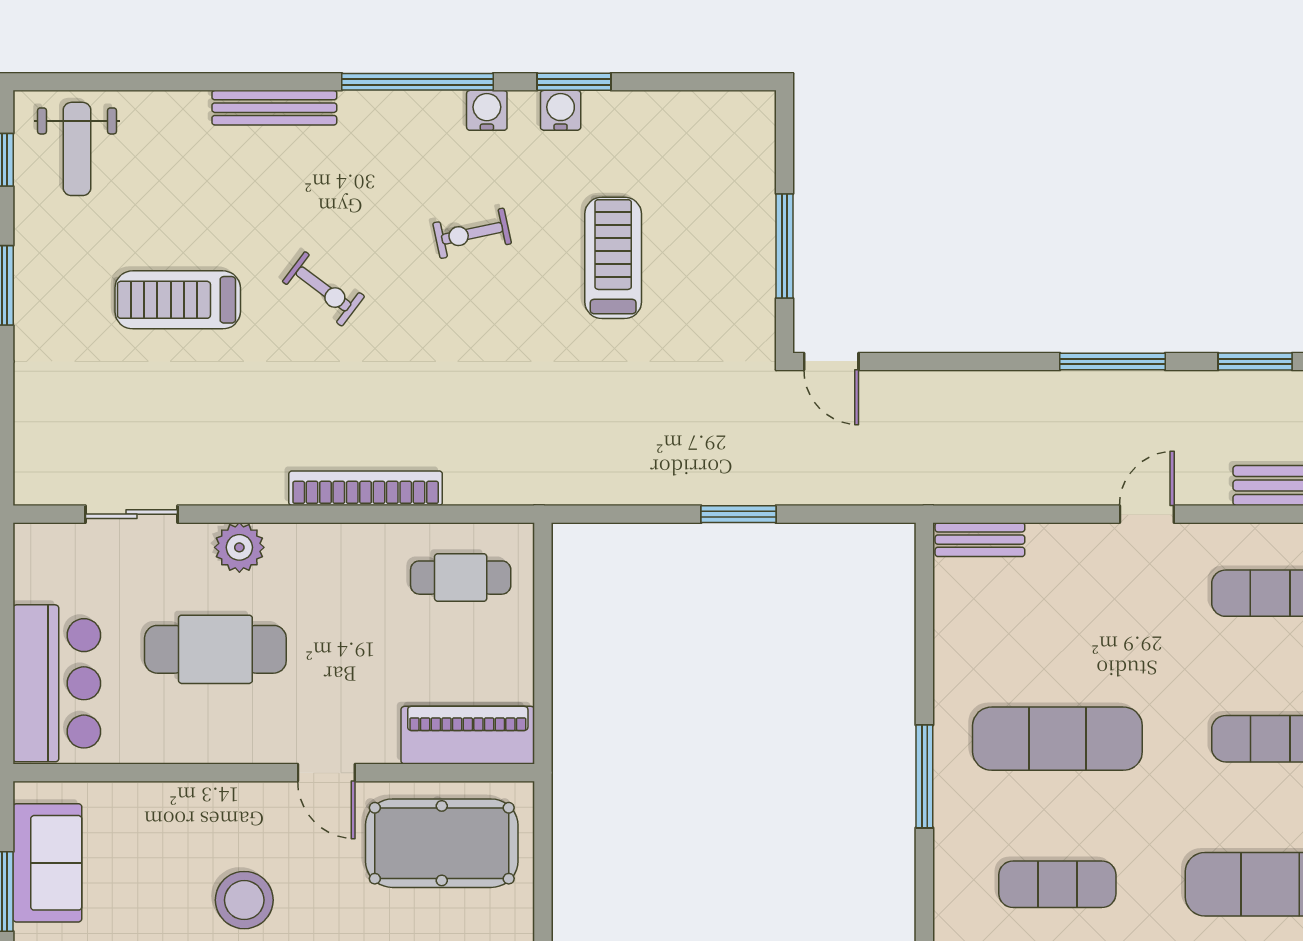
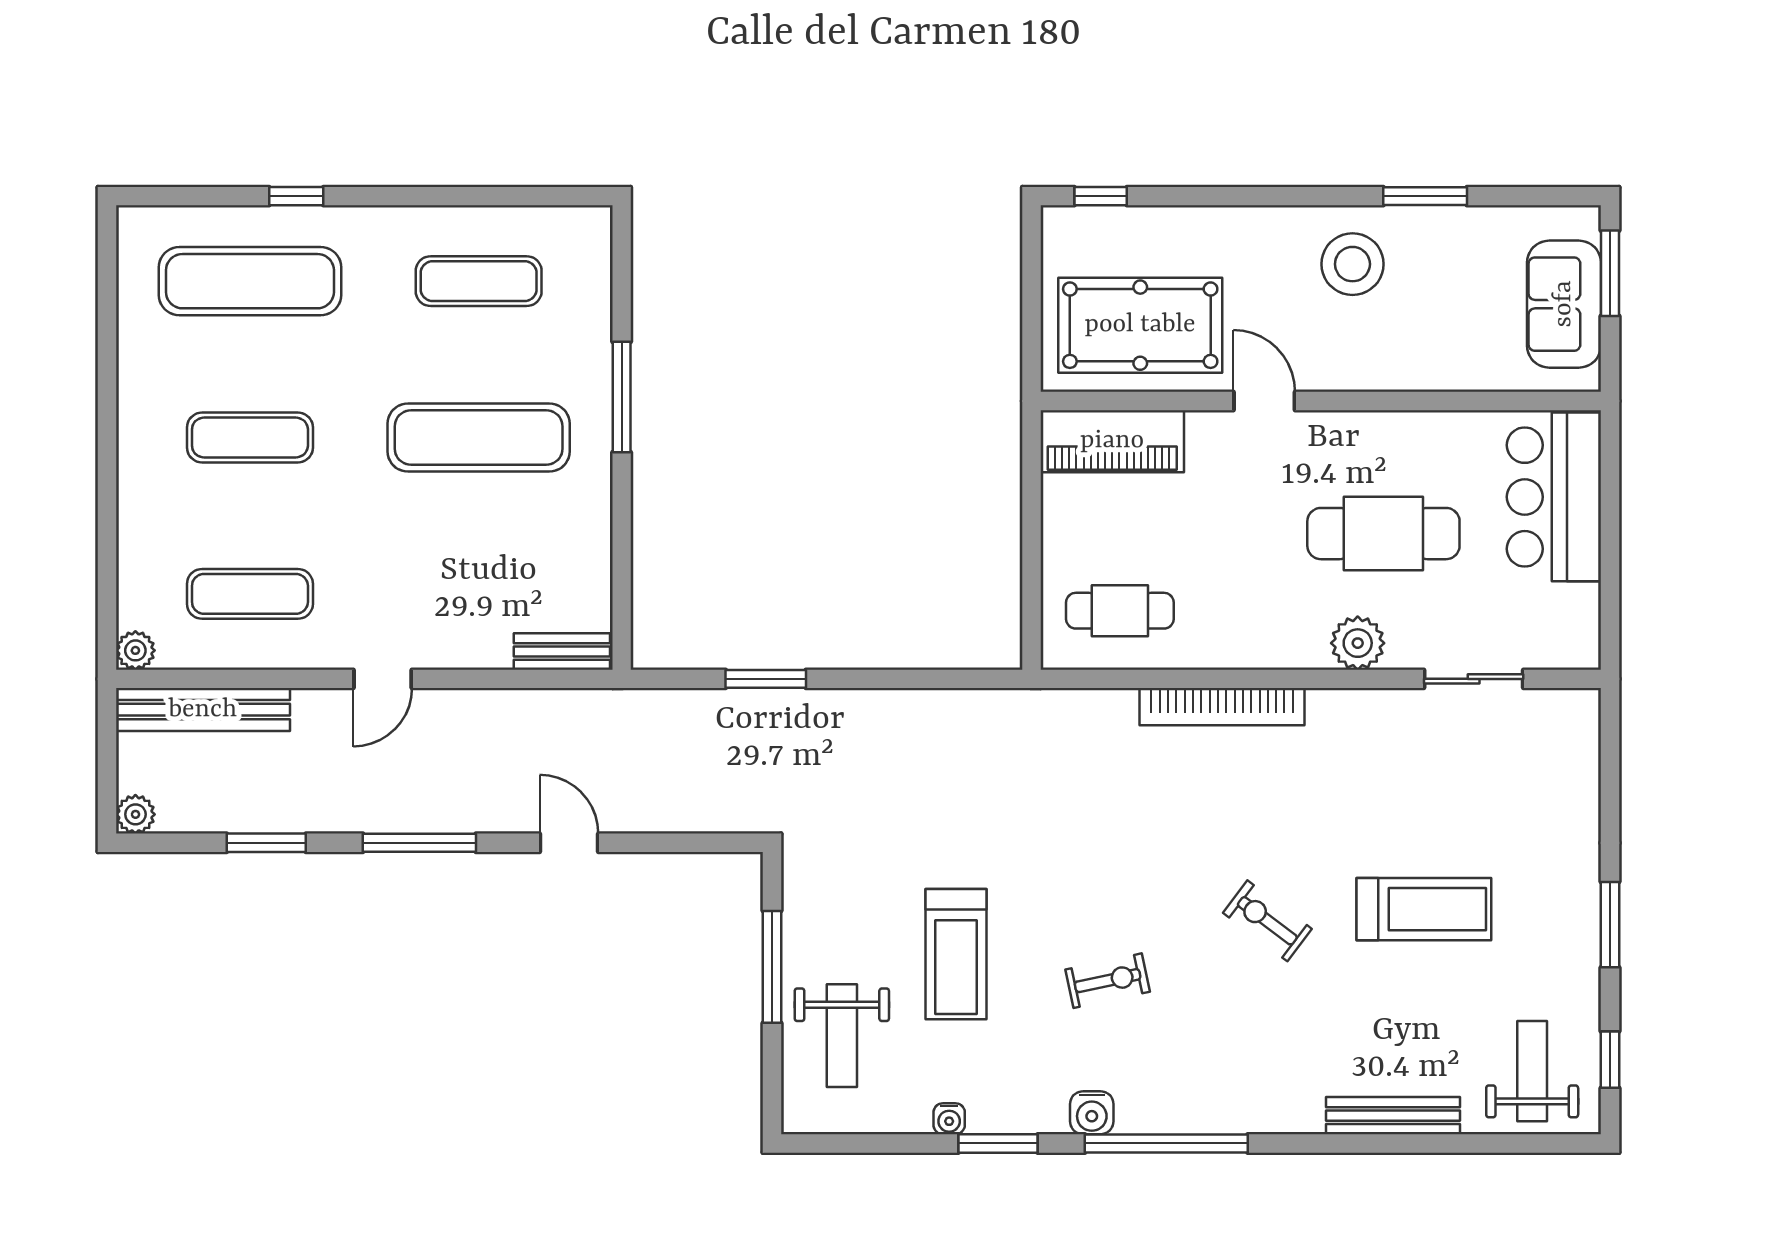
bench: (274, 108) -> (1393, 1116), moved
water cooler: (561, 110) -> (949, 1119), moved, width x0.72, depth x0.72
weight bench: (719, 182) -> (842, 1036), added
door: (831, 361) -> (569, 843), moved
window: (738, 514) -> (766, 679), moved

